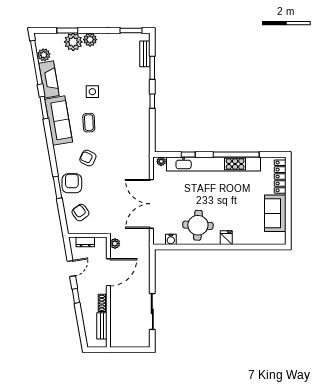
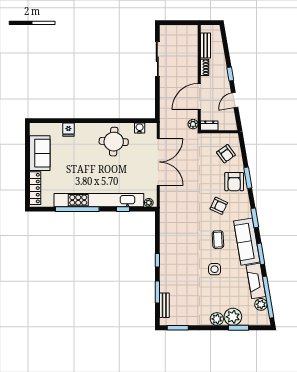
window: (50, 145) -> (255, 218), added
fridge: (226, 238) -> (68, 130), moved
dresser: (85, 242) -> (209, 126), moved

